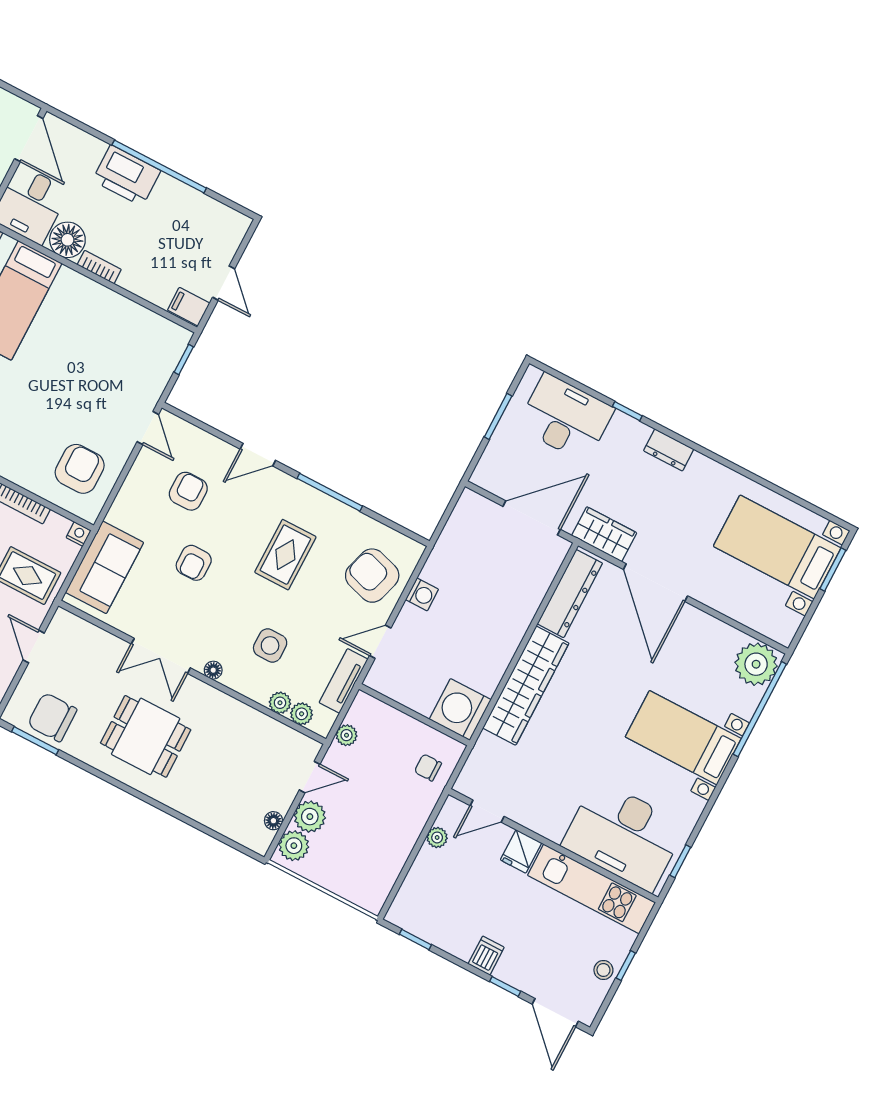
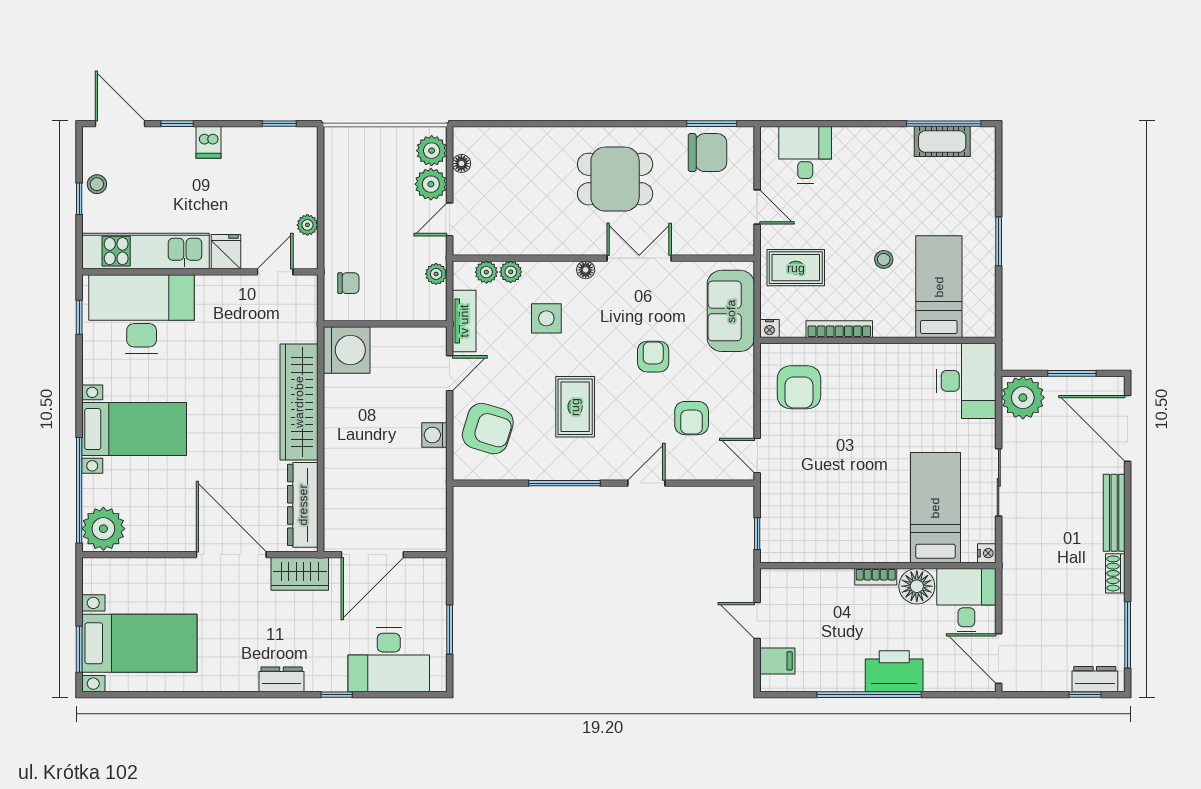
filing cabinet: (189, 307) -> (777, 661), moved

